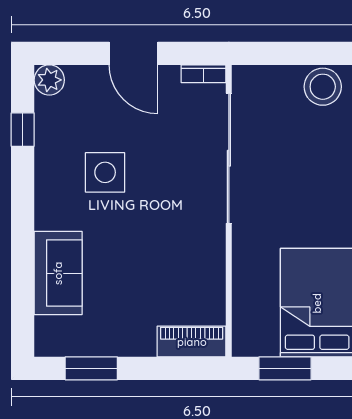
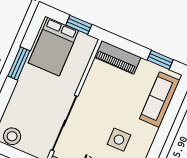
sofa: (58, 273) -> (160, 100), width x1.36
piano: (192, 342) -> (118, 57), width x1.37, depth x1.33

